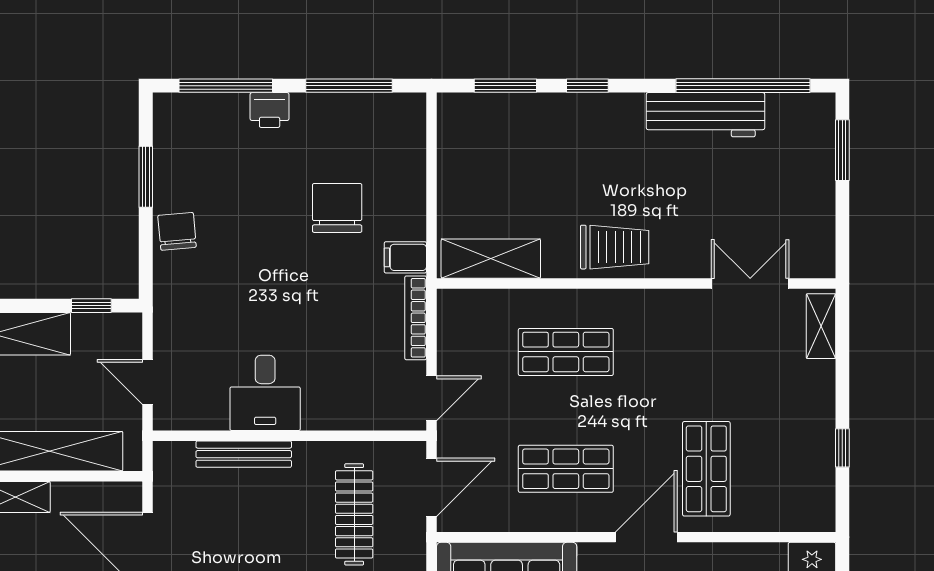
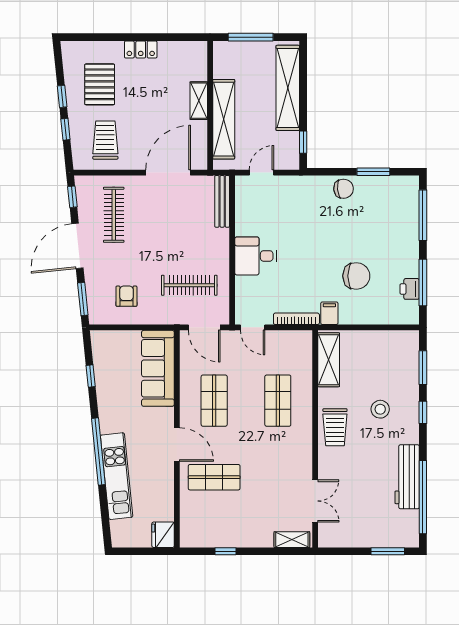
printer: (270, 110) -> (410, 289), moved
stool: (582, 164) -> (380, 409), added
desk: (265, 393) -> (256, 256), moved
bench: (244, 454) -> (222, 201), moved

